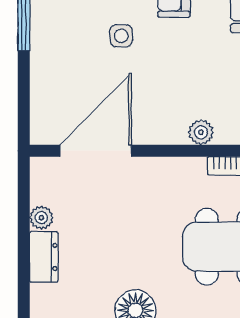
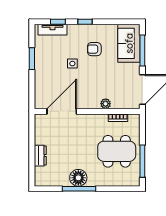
plant: (41, 218) -> (39, 139), removed

